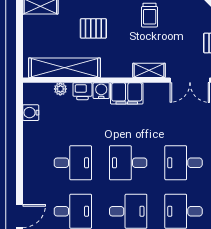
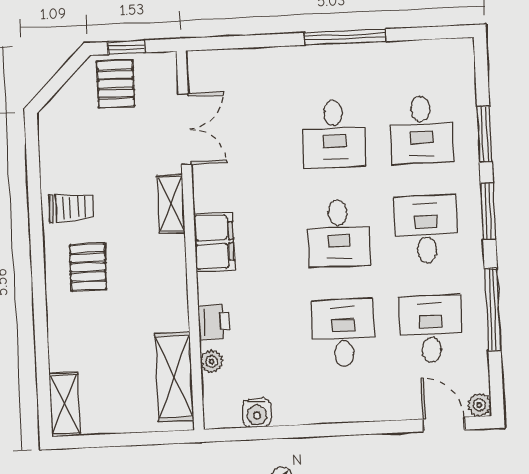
pallet: (93, 28) -> (88, 267), moved
shelving: (64, 68) -> (174, 377), width x0.68
water cooler: (101, 91) -> (211, 288), removed

